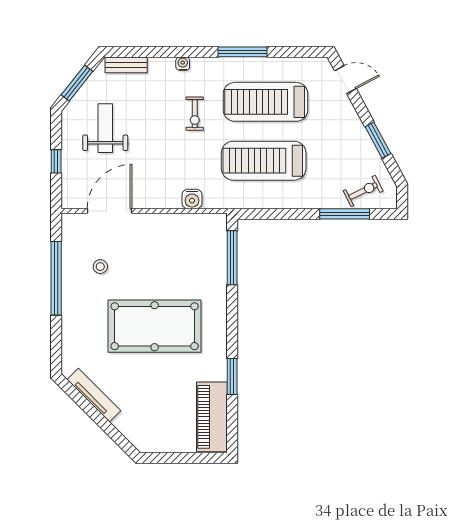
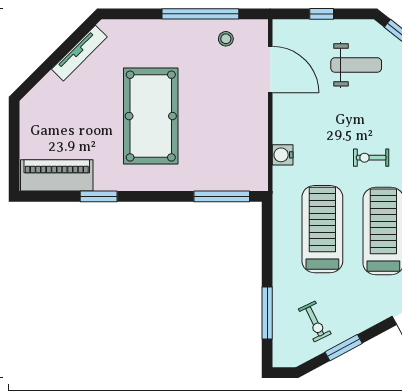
exercise bike: (363, 191) -> (315, 321), moved
stool: (100, 267) -> (226, 39), moved

